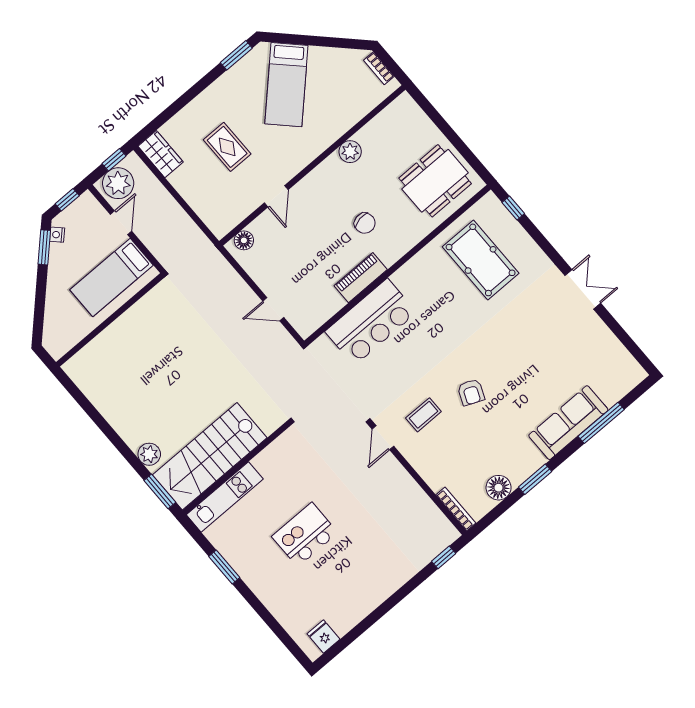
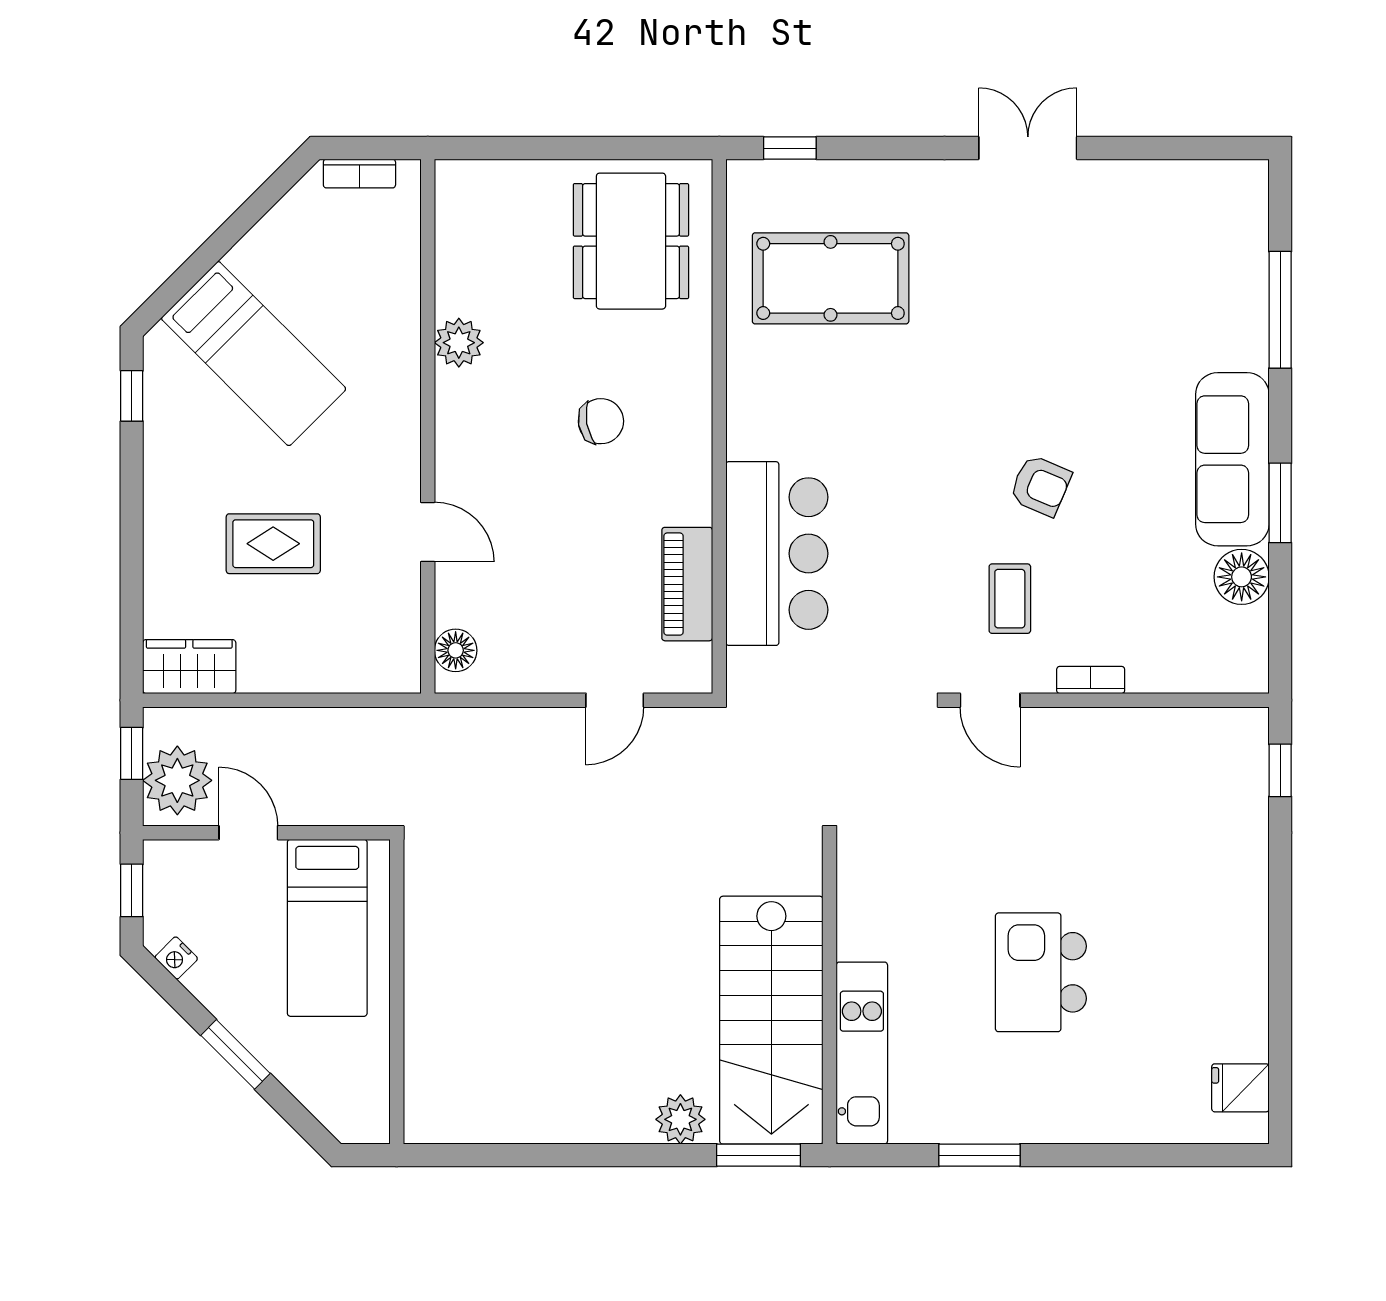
window: (236, 55) -> (132, 396), width x0.67
window: (44, 247) -> (236, 1054), moved
piano: (361, 278) -> (687, 584), moved
sofa: (568, 423) -> (1232, 459), moved
bookcase: (456, 509) -> (1091, 680), moved, width x0.64

